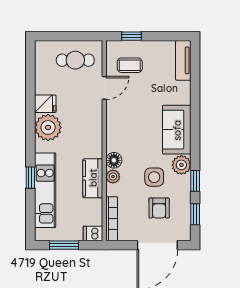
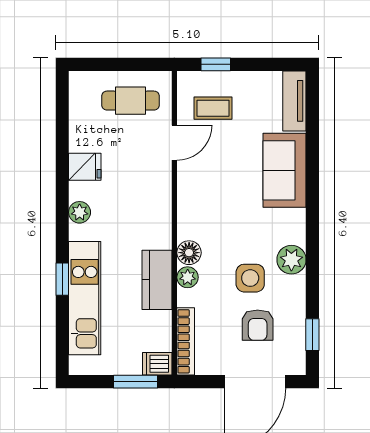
plant: (48, 127) -> (80, 212), width x0.53, depth x0.53
sofa: (177, 130) -> (284, 170), moved
window: (195, 181) -> (312, 284), removed
window: (64, 245) -> (136, 382), moved

